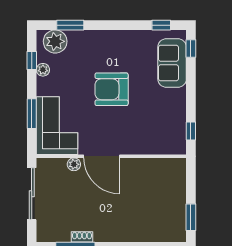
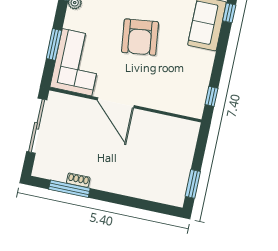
armchair: (112, 89) -> (140, 37), turned -97
plant: (74, 164) -> (86, 105), removed

